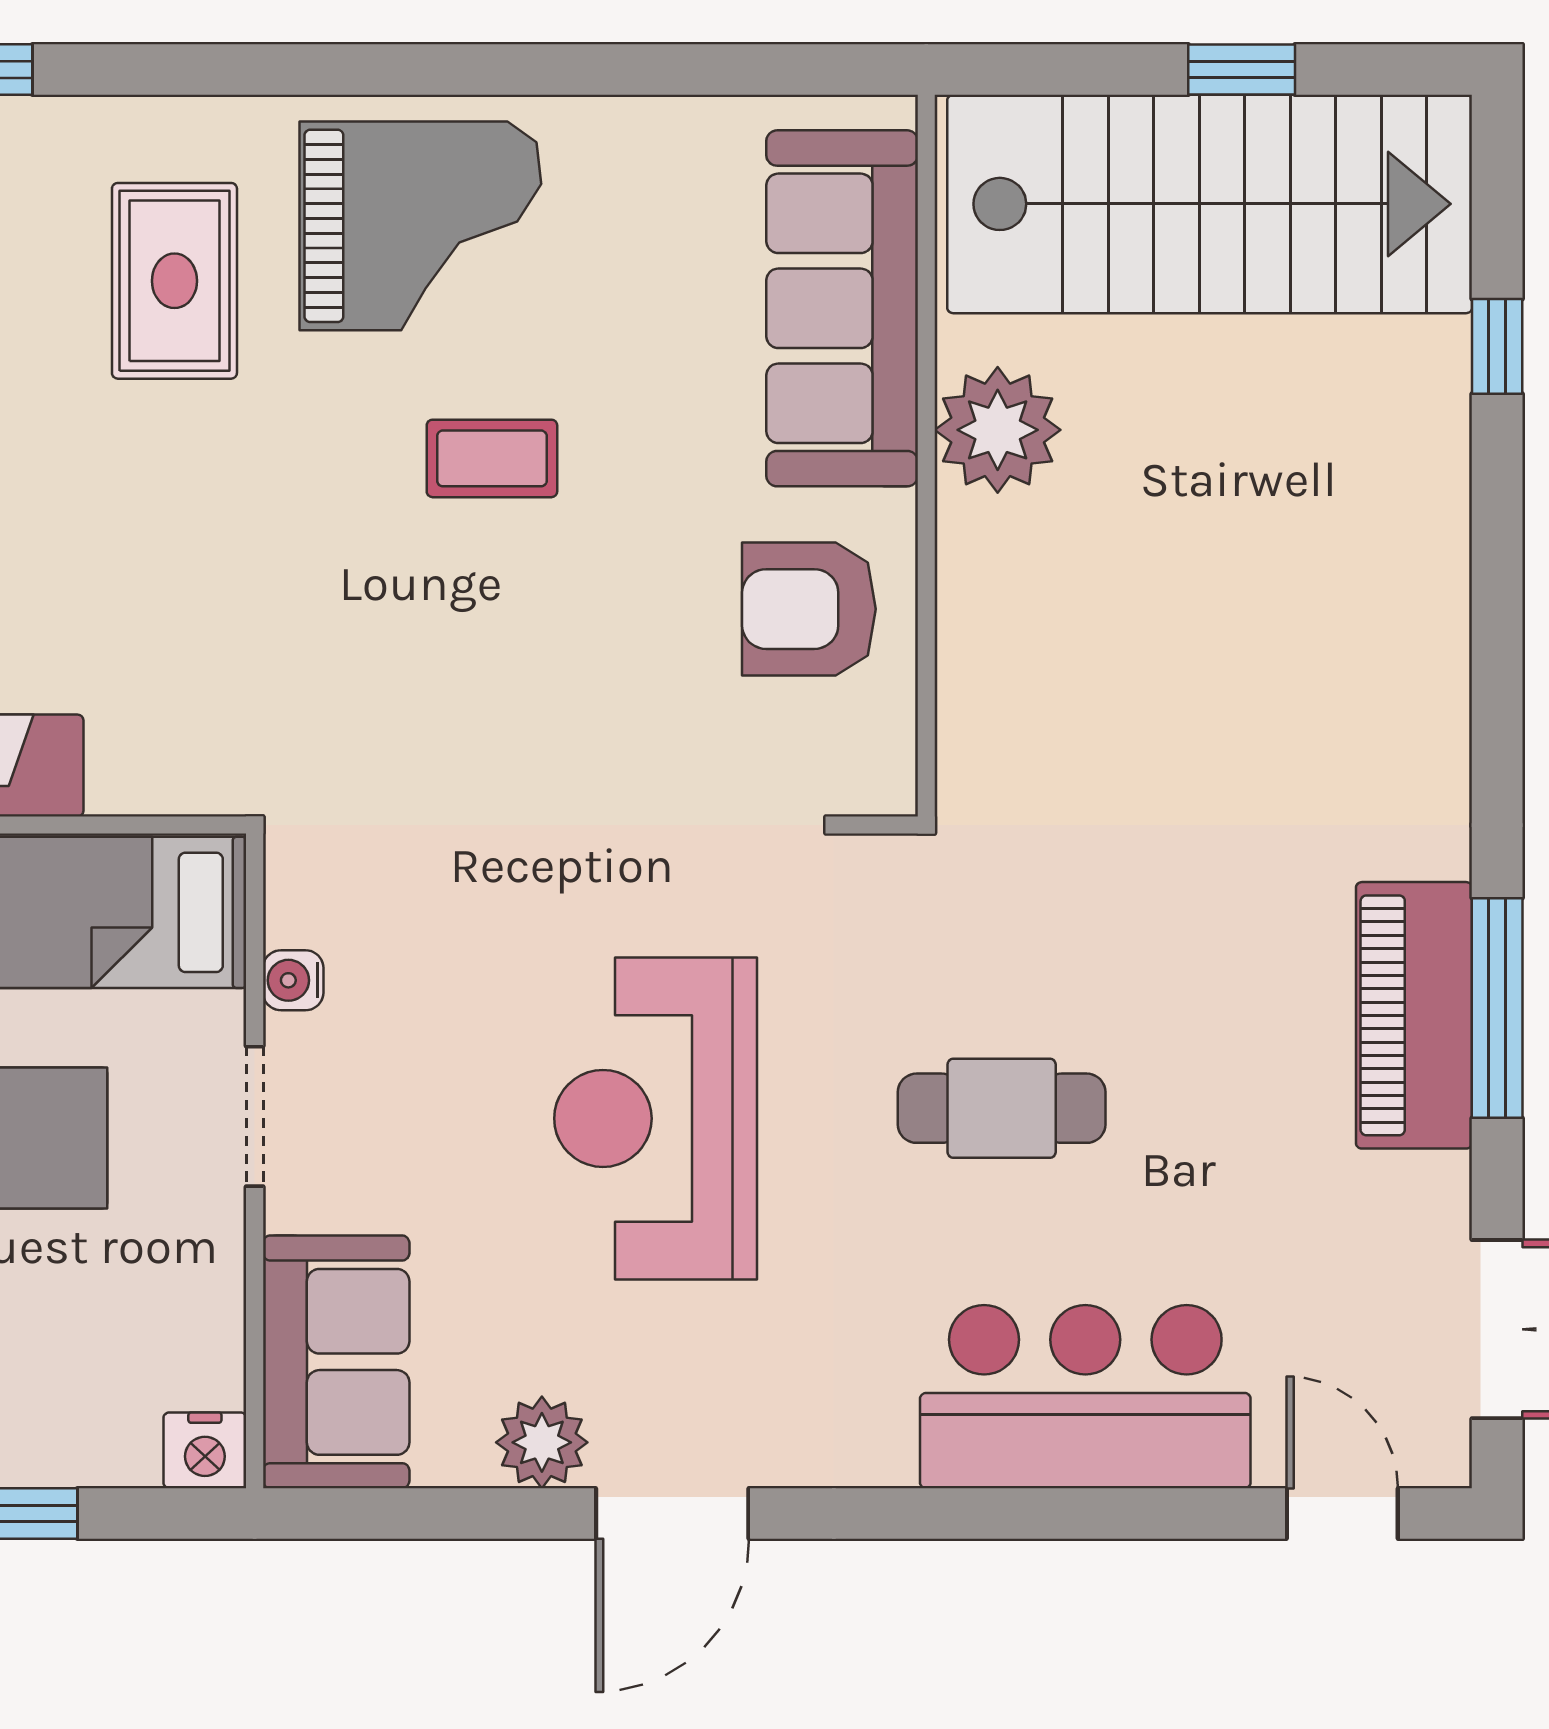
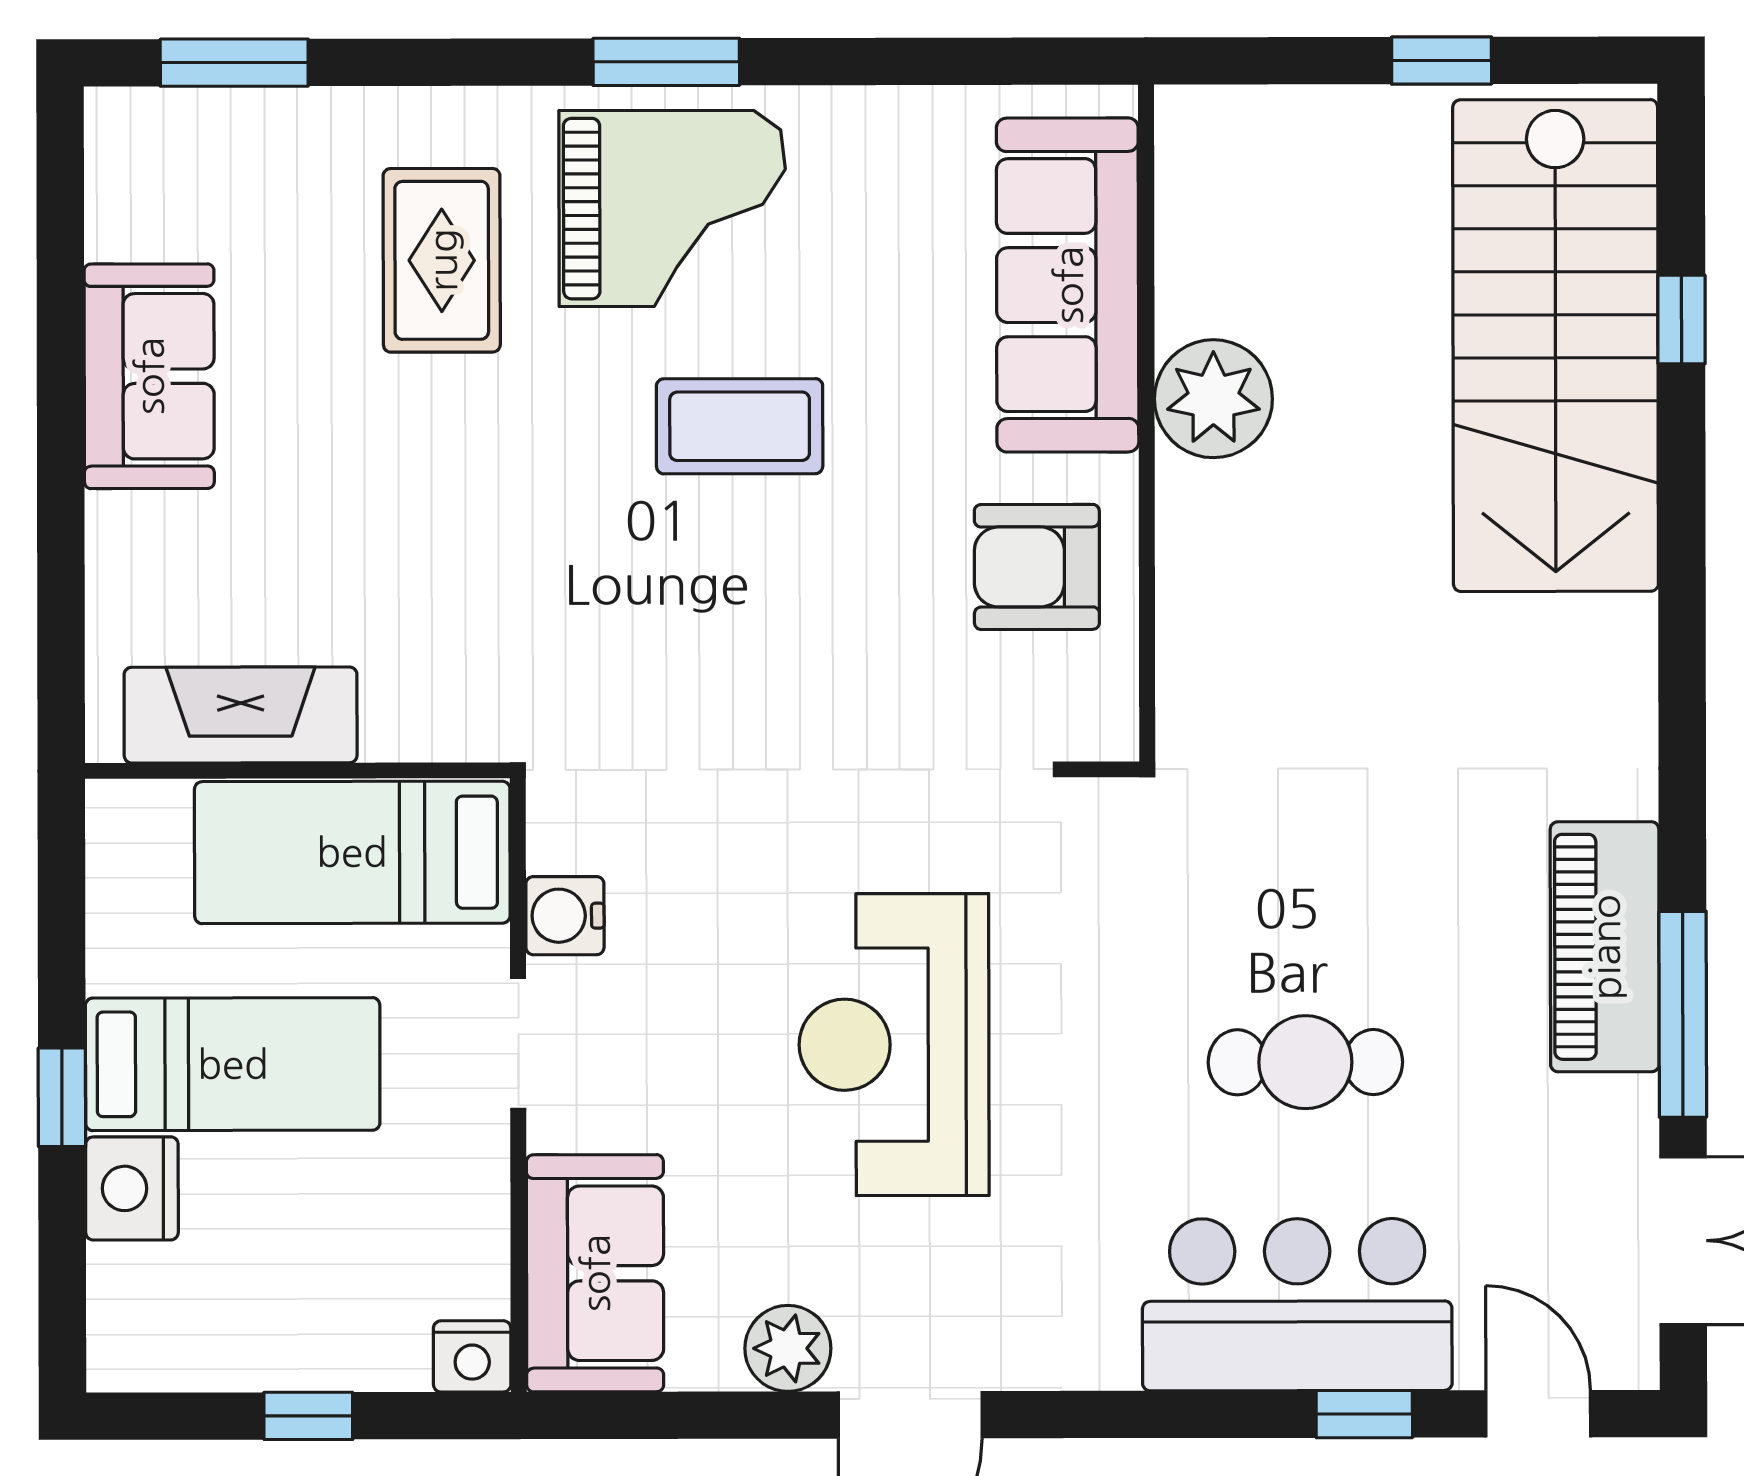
window: (414, 70) -> (666, 62), added
stairs: (1210, 204) -> (1556, 346), moved, turned 90
coffee table: (492, 458) -> (740, 426), width x1.36, depth x1.30
water cooler: (293, 980) -> (565, 916), width x1.38, depth x1.38
window: (1497, 1008) -> (1683, 1014), moved
cafe table: (1002, 1108) -> (1305, 1062), moved
window: (1157, 1513) -> (1364, 1414), added

